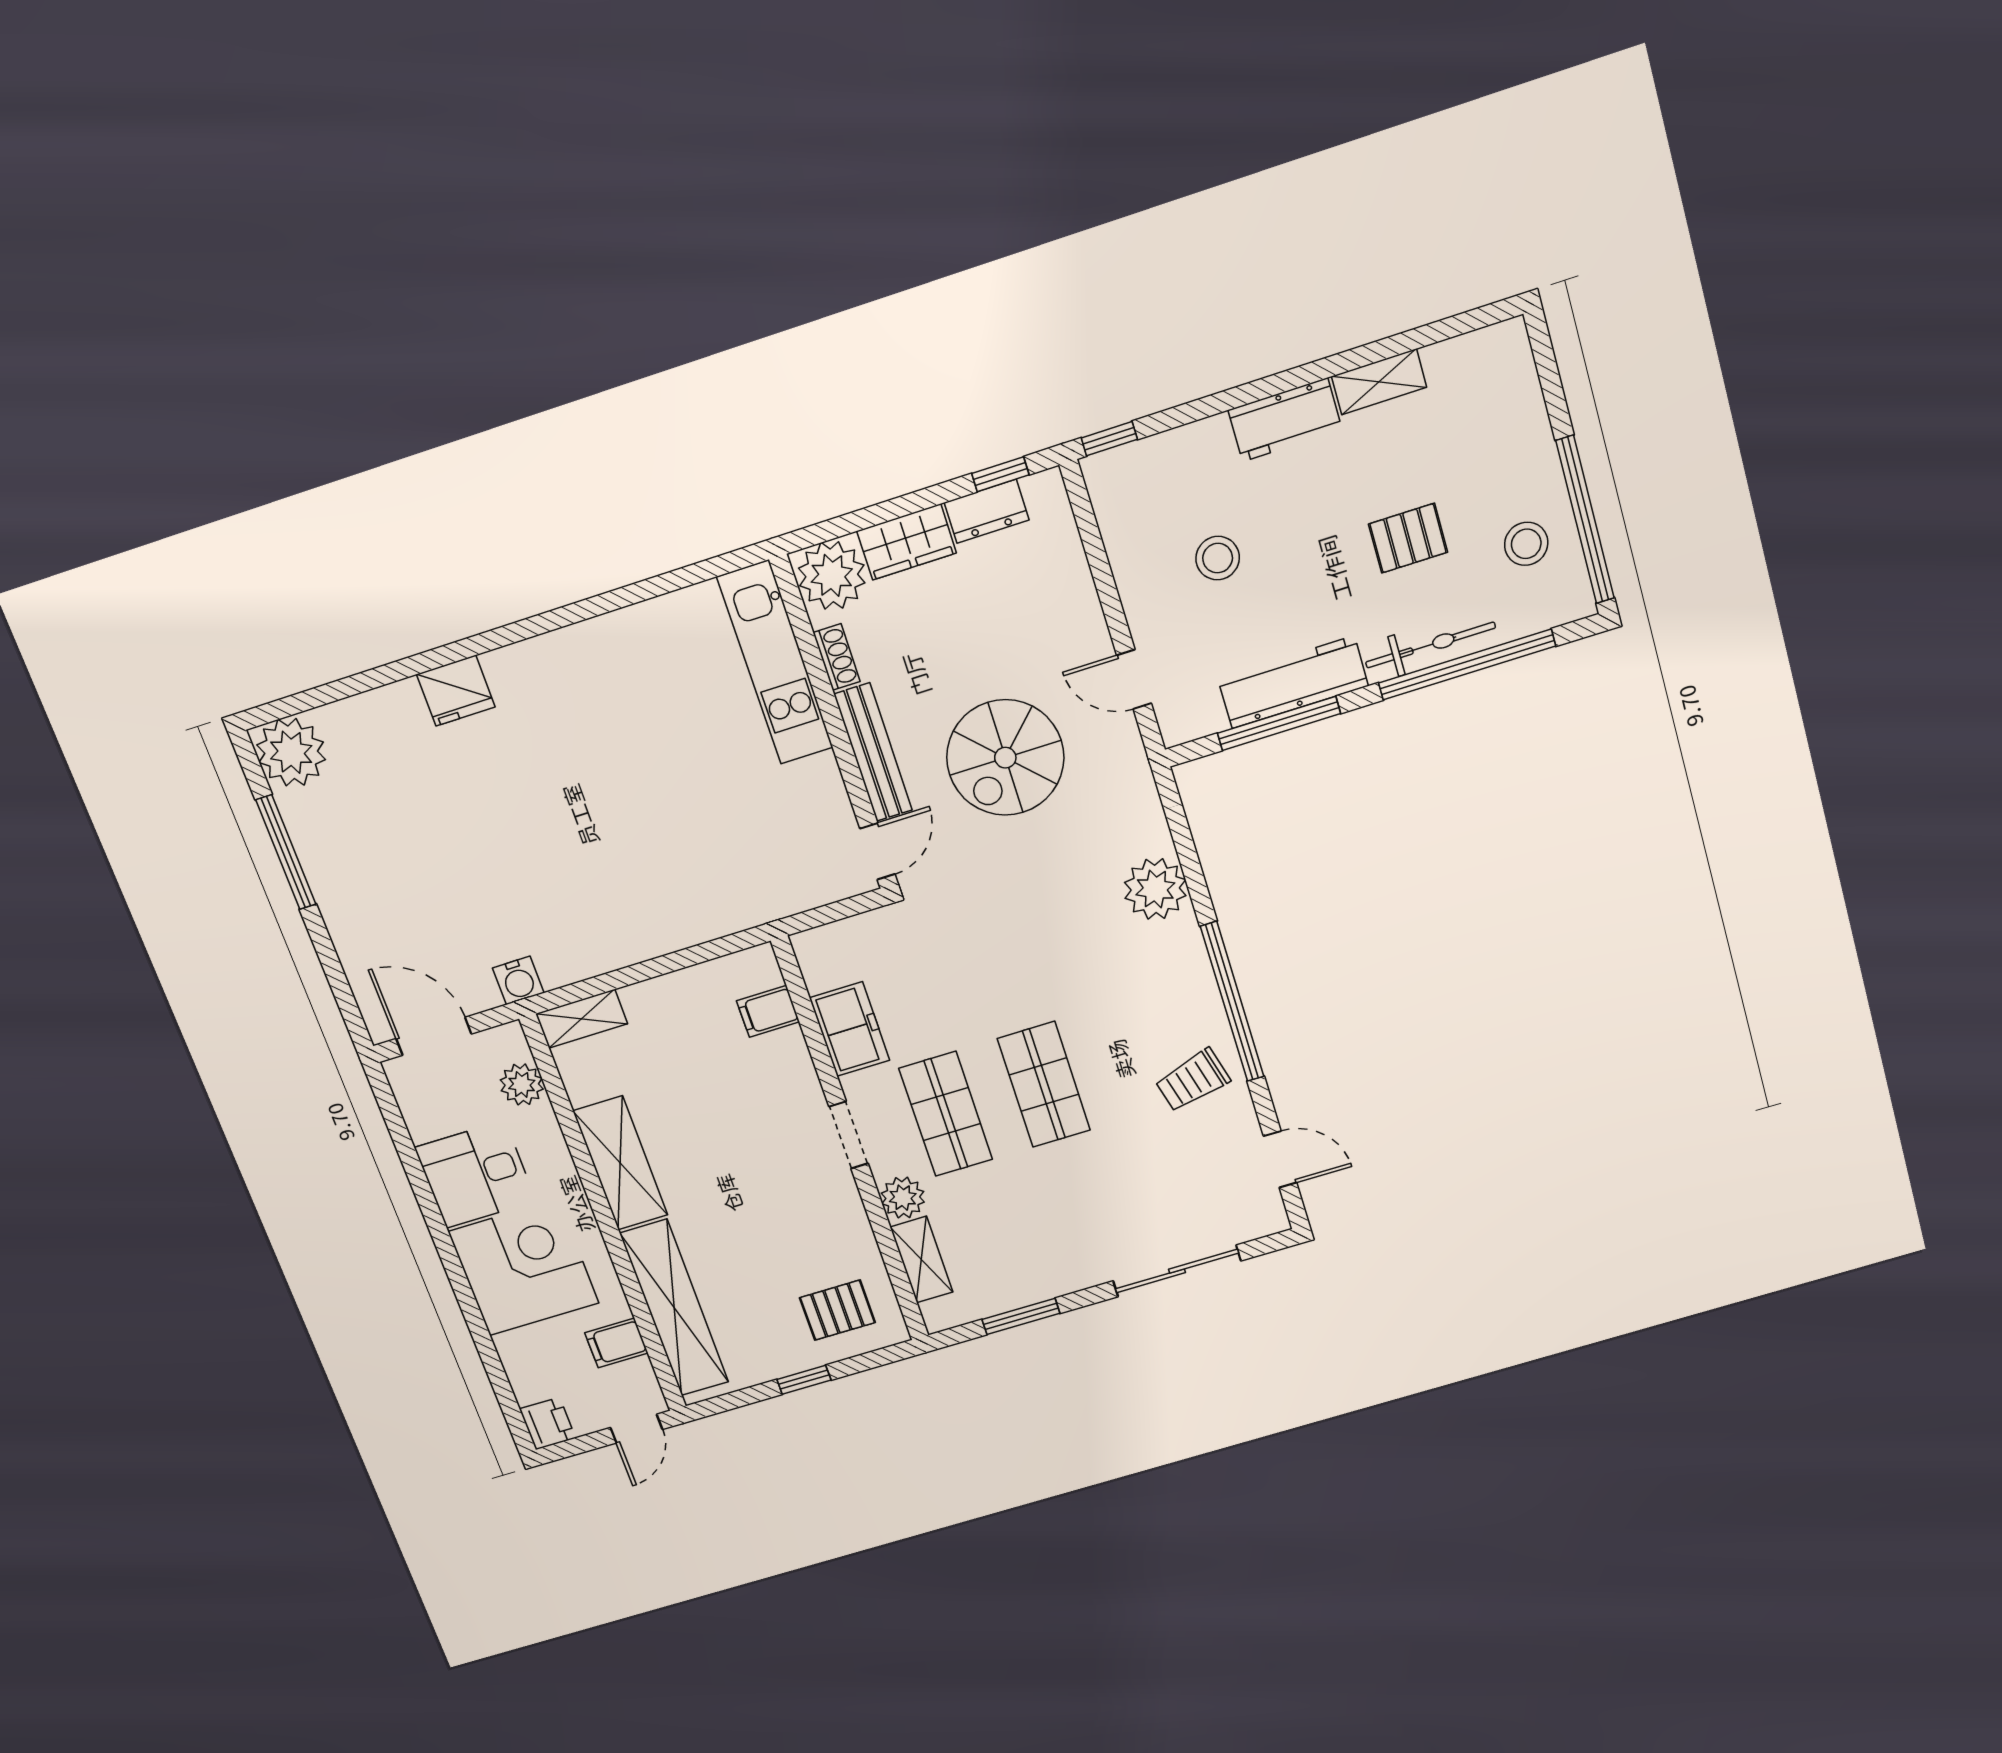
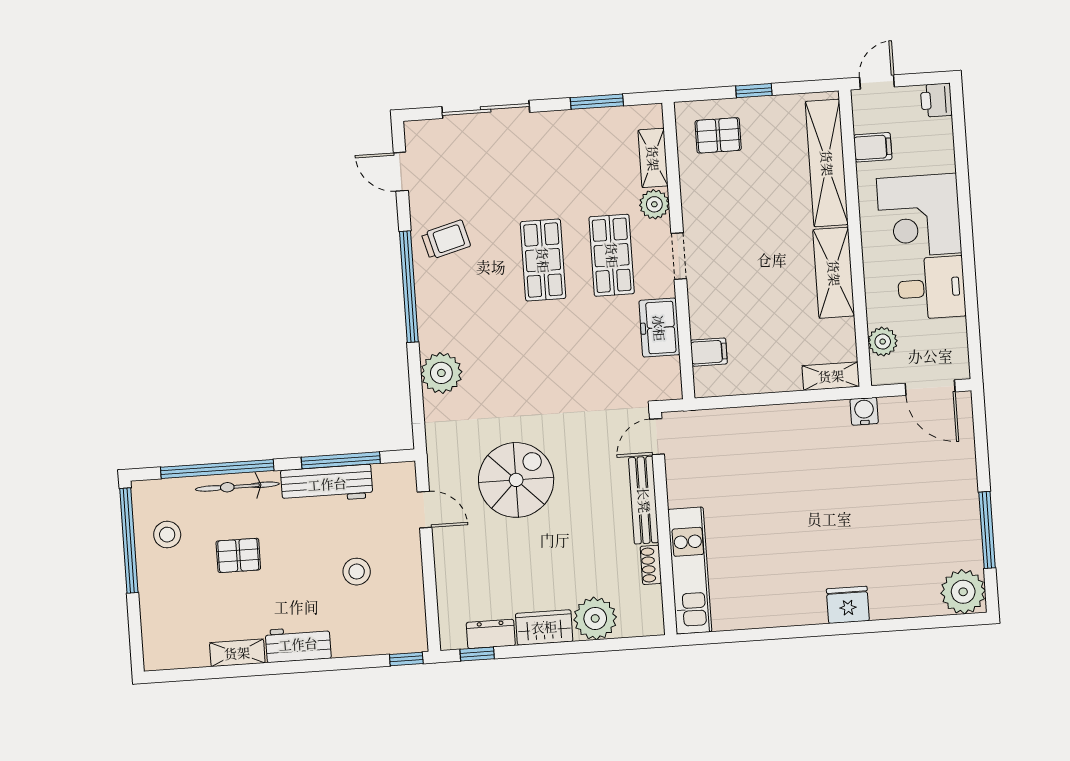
shoe rack: (837, 657) -> (651, 565), moved
kitchen unit: (775, 663) -> (690, 571), moved
wall: (834, 724) -> (663, 524), moved
bench: (873, 752) -> (644, 500), moved
door: (877, 851) -> (657, 437), moved

